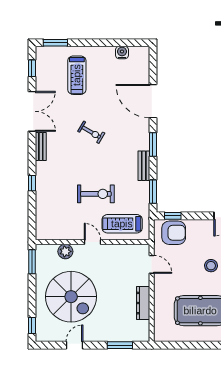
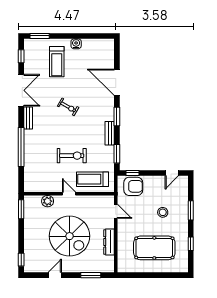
water cooler: (122, 53) -> (76, 44), moved
window: (32, 183) -> (21, 147), width x3.17
spiral stairs: (71, 297) -> (70, 236), moved

